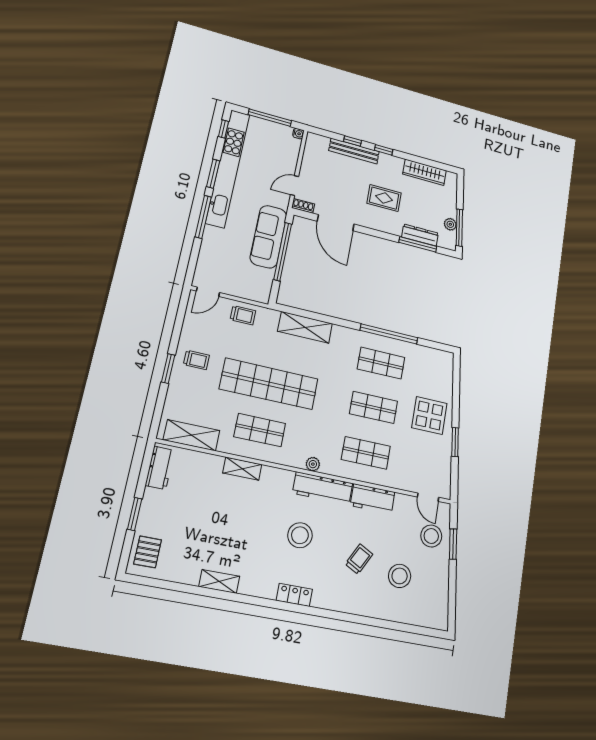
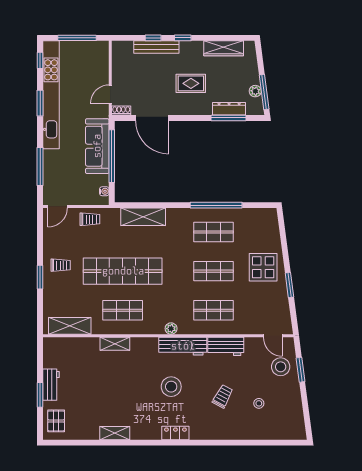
water cooler: (298, 134) -> (104, 191), moved
window: (203, 217) -> (40, 166), moved
workbench: (160, 468) -> (51, 385), moved
stool: (400, 576) -> (259, 403), width x0.53, depth x0.53

